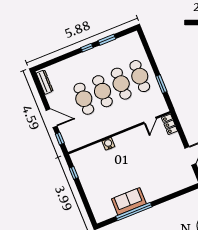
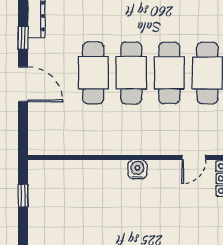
window: (60, 139) -> (23, 38), moved
water cooler: (108, 144) -> (137, 169), moved

